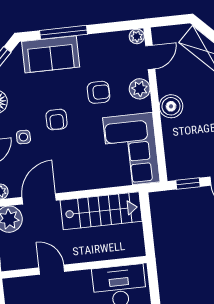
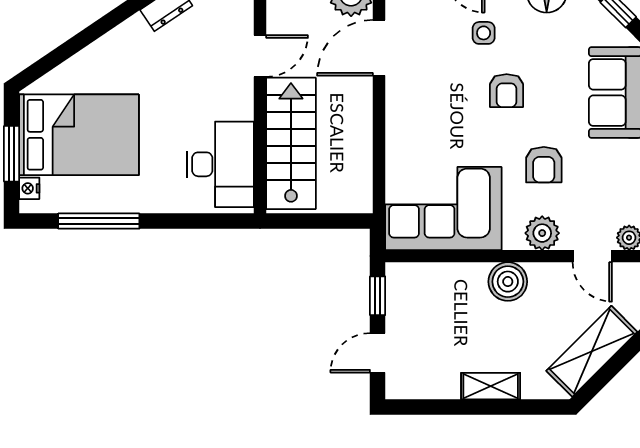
armchair: (57, 120) -> (507, 91), turned -90
door: (39, 199) -> (379, 48), swing flipped
stairs: (101, 211) -> (291, 143), moved, turned 180

